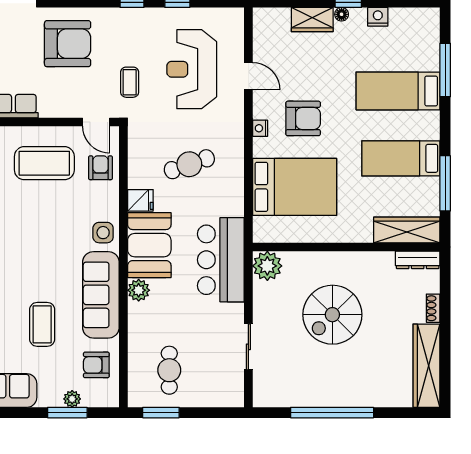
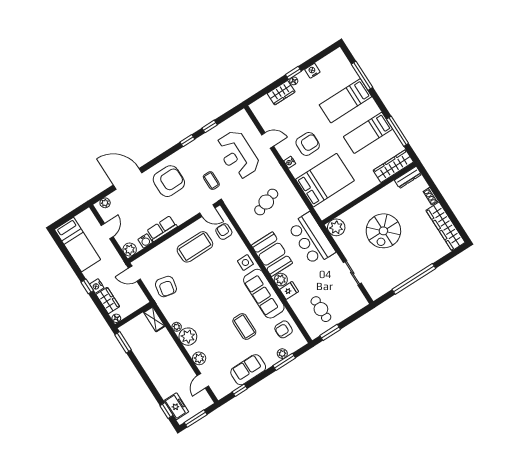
fridge: (140, 200) -> (289, 290), moved

